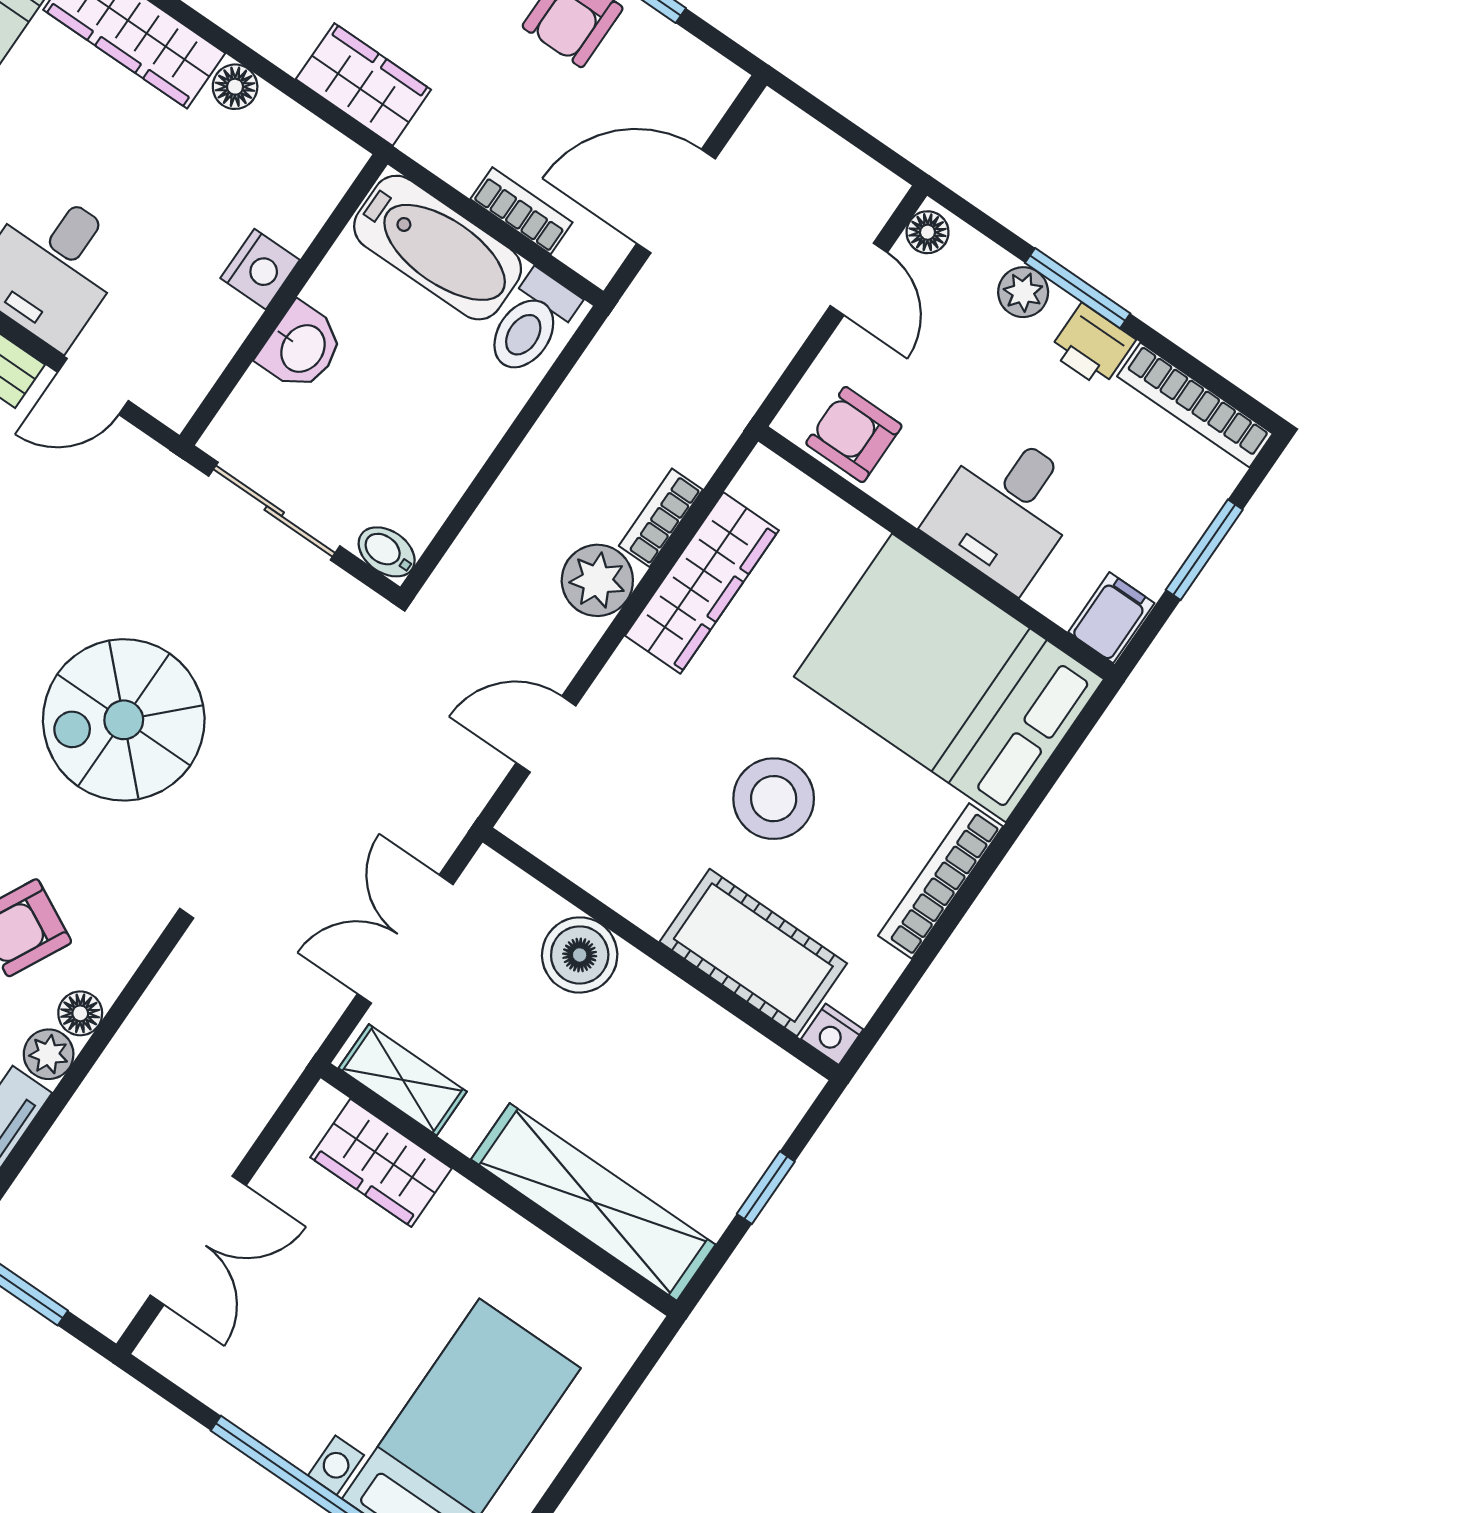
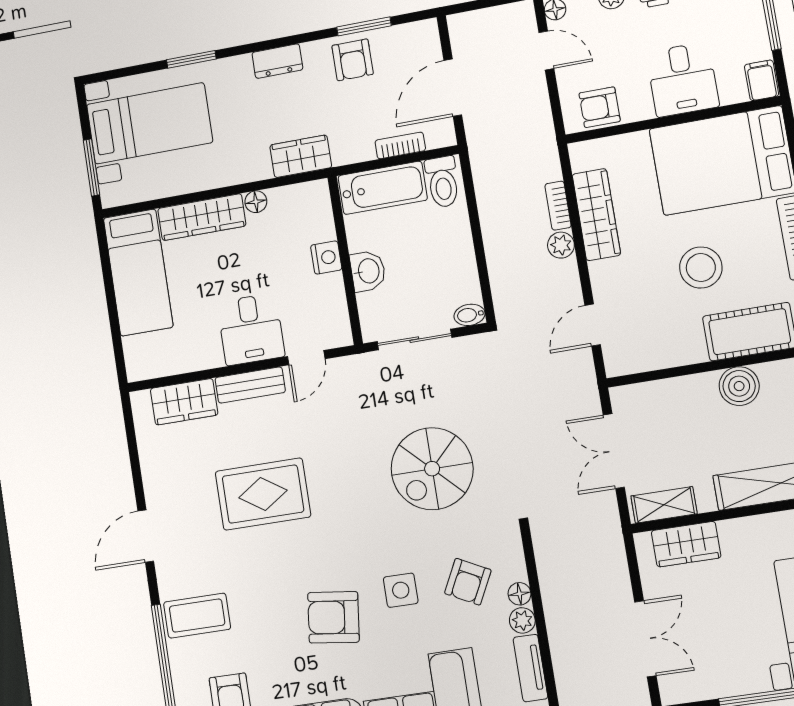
plant: (597, 580) -> (561, 245), width x0.73, depth x0.73
boiler: (580, 955) -> (739, 386), moved

